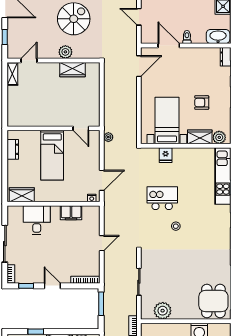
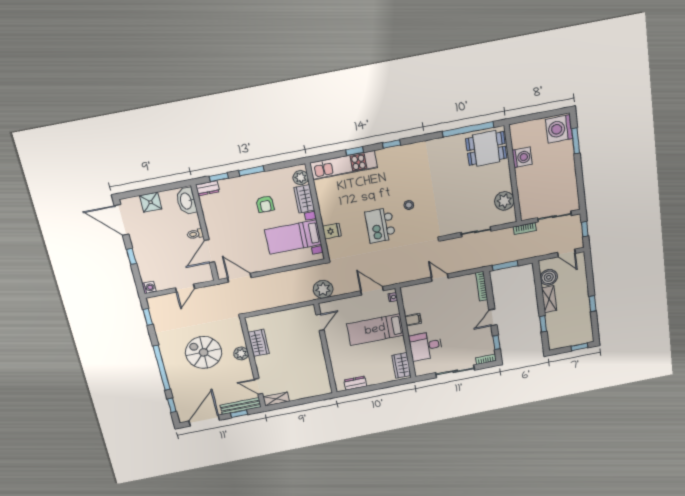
bench: (12, 40) -> (241, 406), added
plant: (108, 137) -> (323, 289), width x1.88, depth x1.88
bed: (52, 155) -> (375, 330), moved, turned 180
filing cabinet: (71, 213) -> (413, 320), width x0.50

